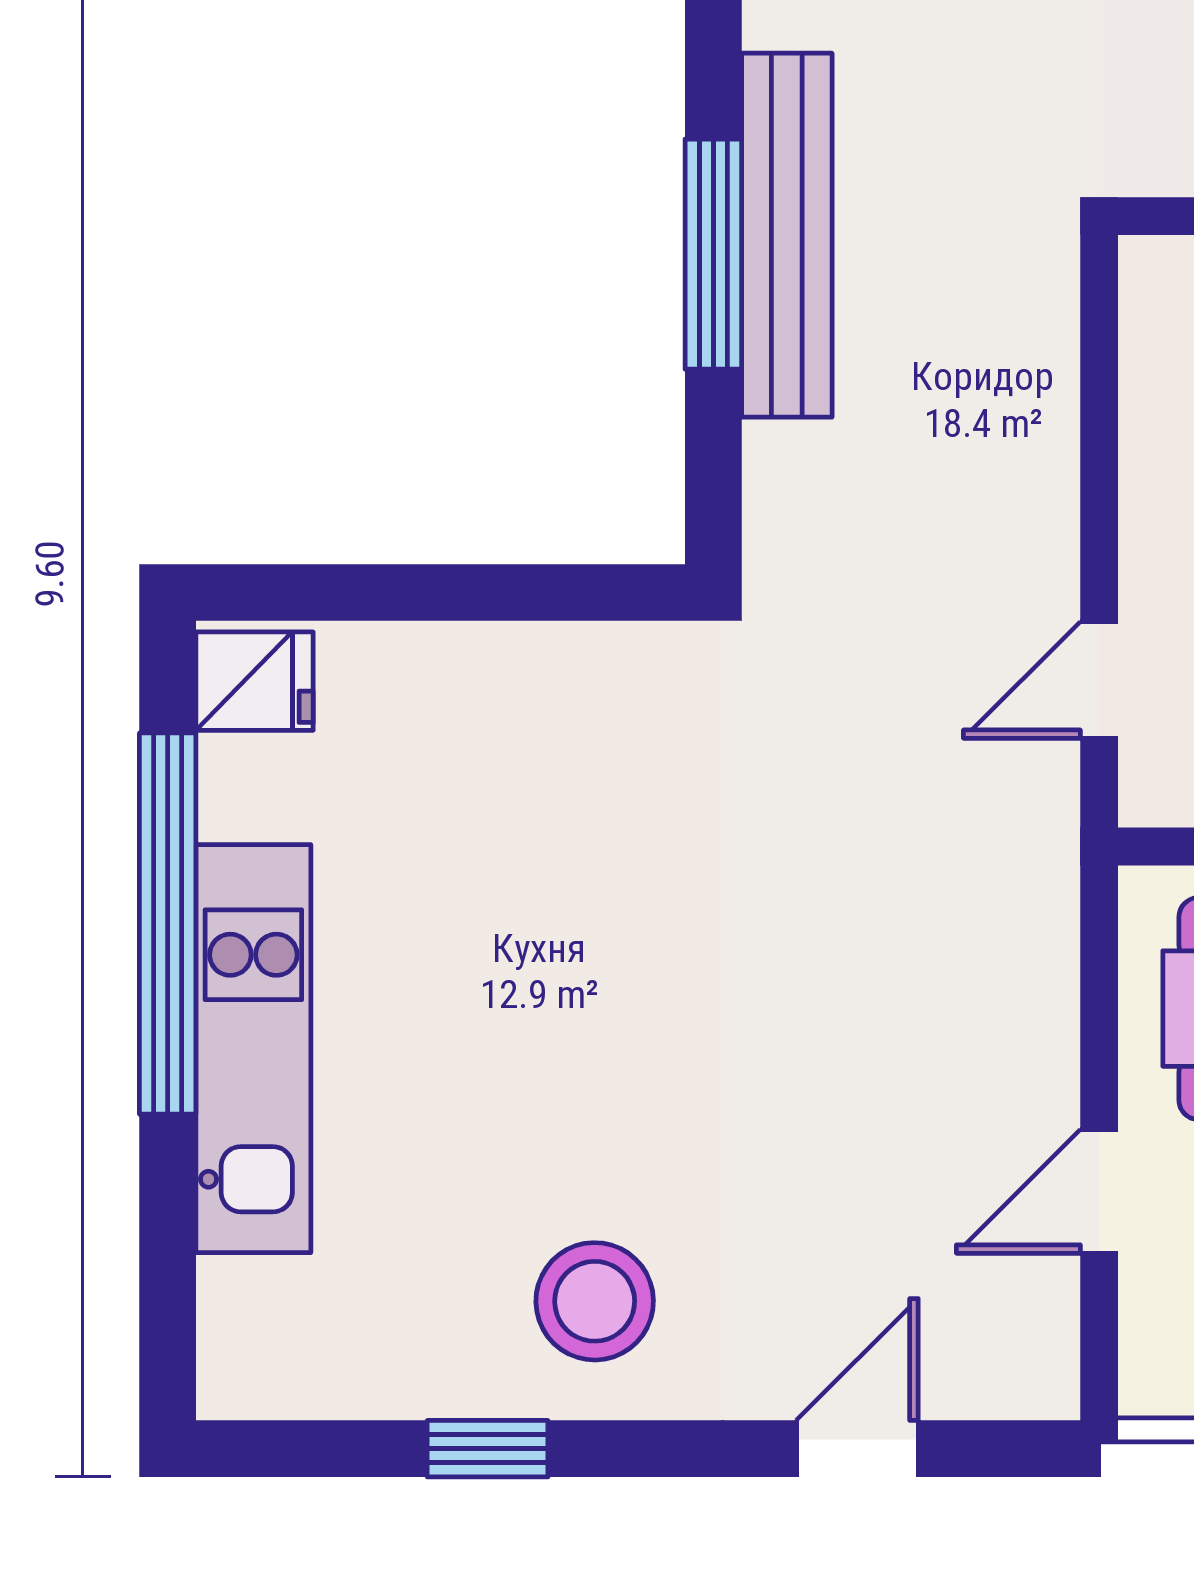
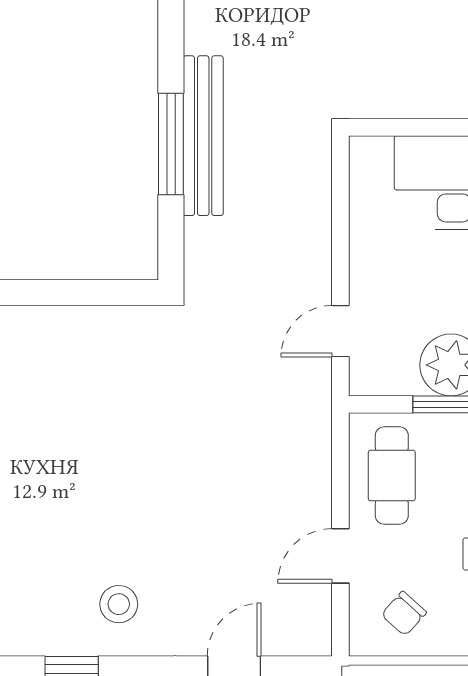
stool: (595, 1301) -> (119, 604), width x0.73, depth x0.73

